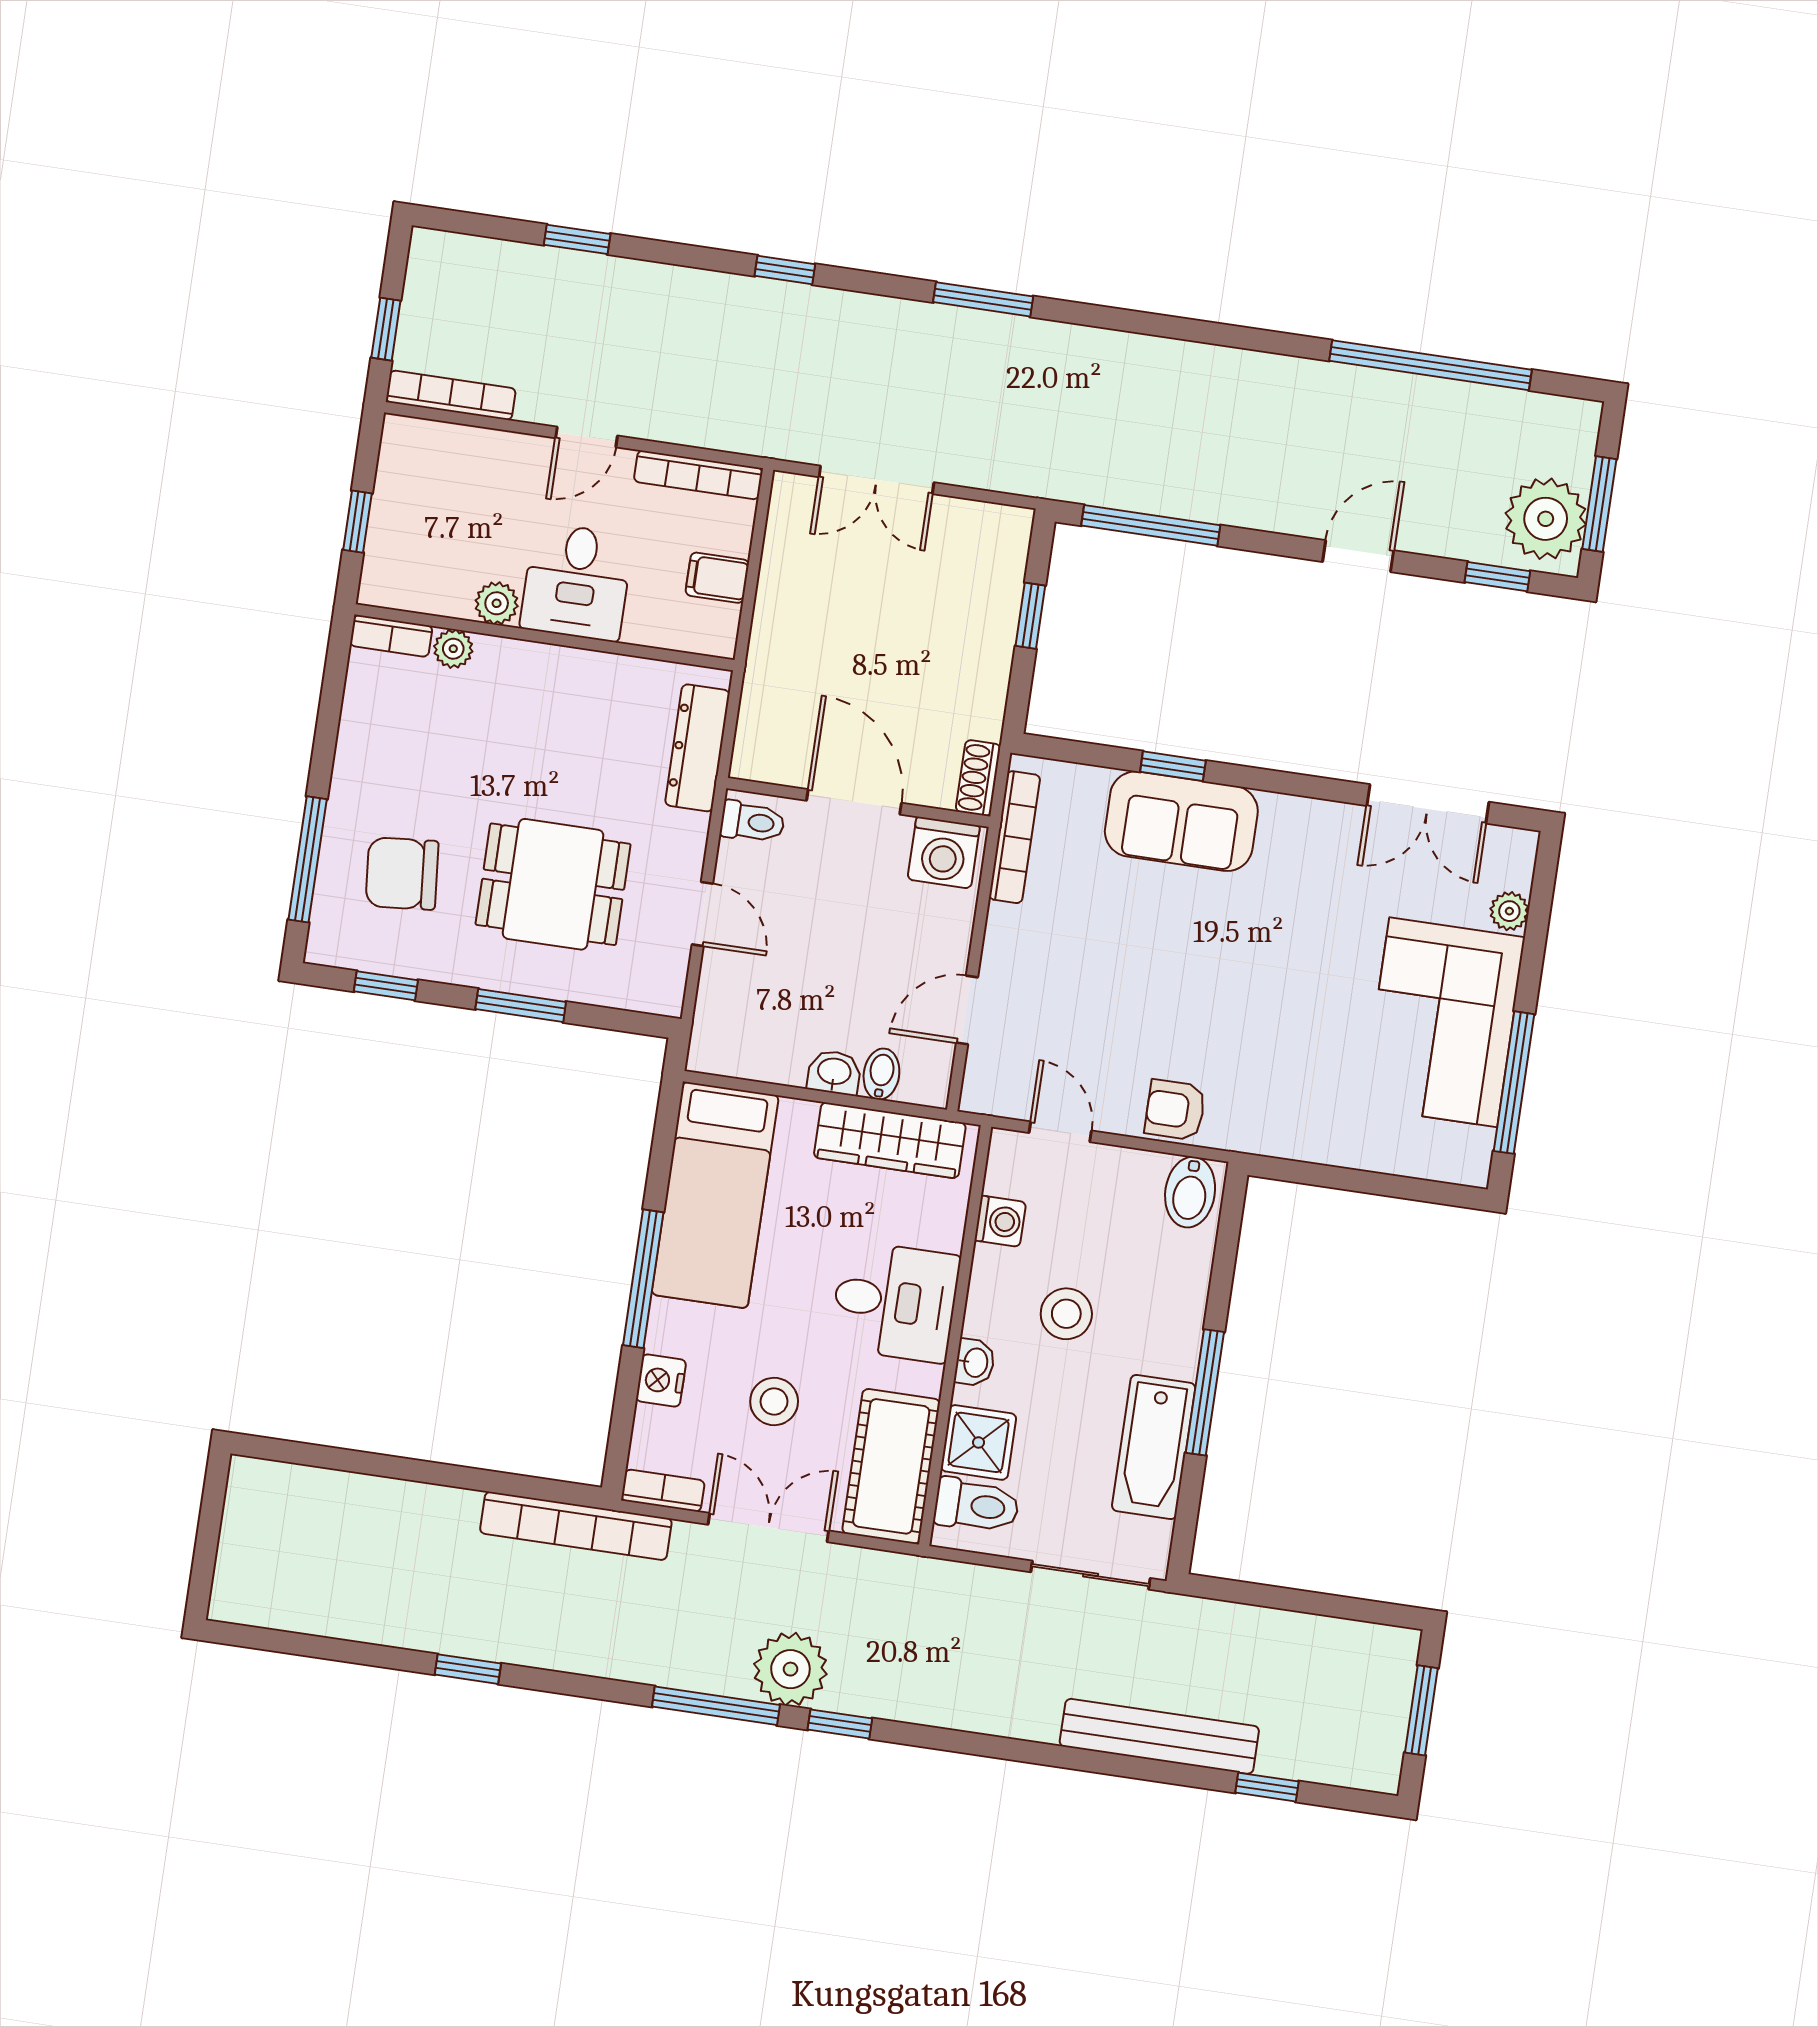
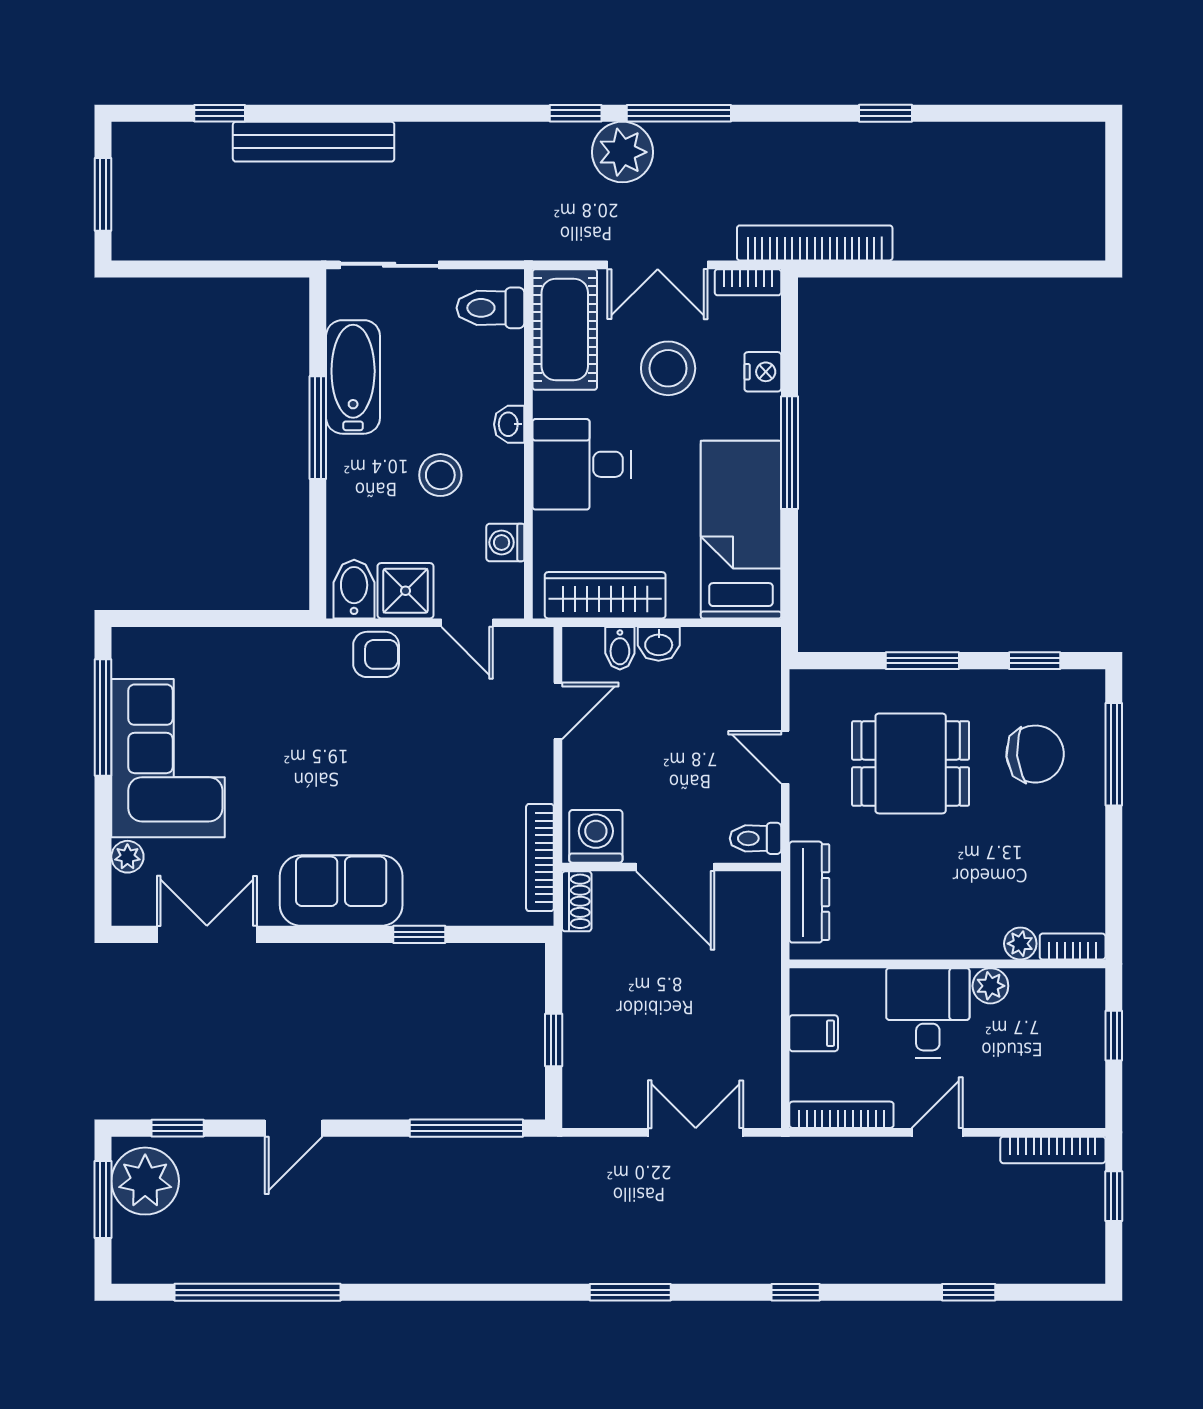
sofa: (1181, 821) -> (341, 891), moved
stool: (774, 1401) -> (668, 368), width x1.38, depth x1.38
shower: (979, 1442) -> (405, 591), moved

